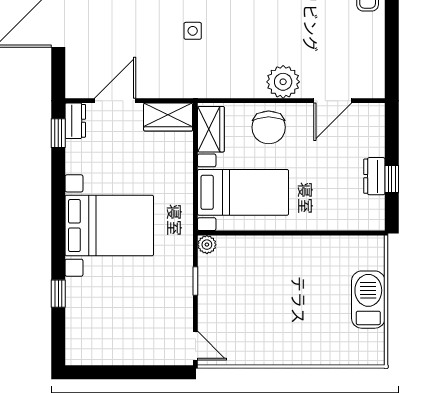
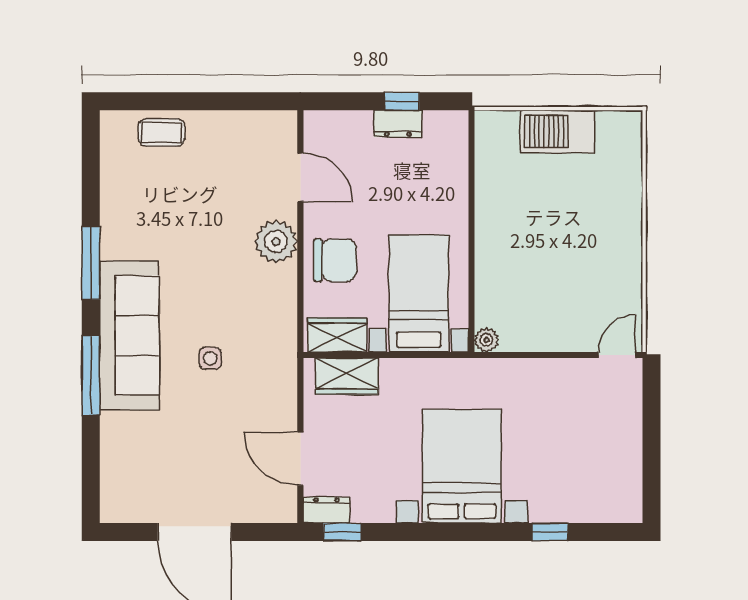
wardrobe: (168, 117) -> (347, 376), moved, turned 90
window: (195, 281) -> (533, 355), removed

